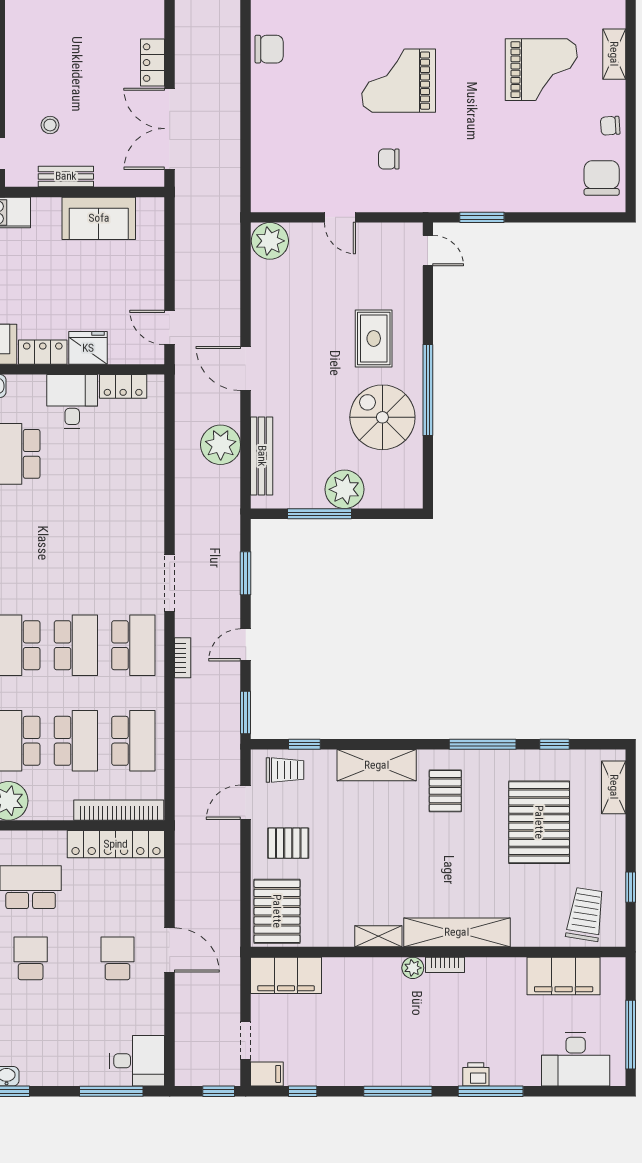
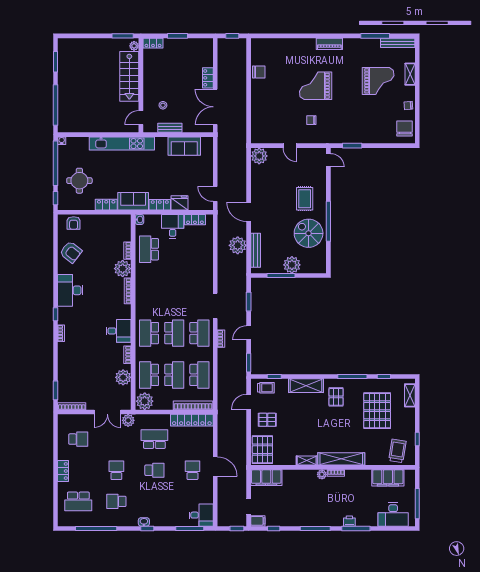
school desk: (31, 958) -> (154, 470), turned 90

